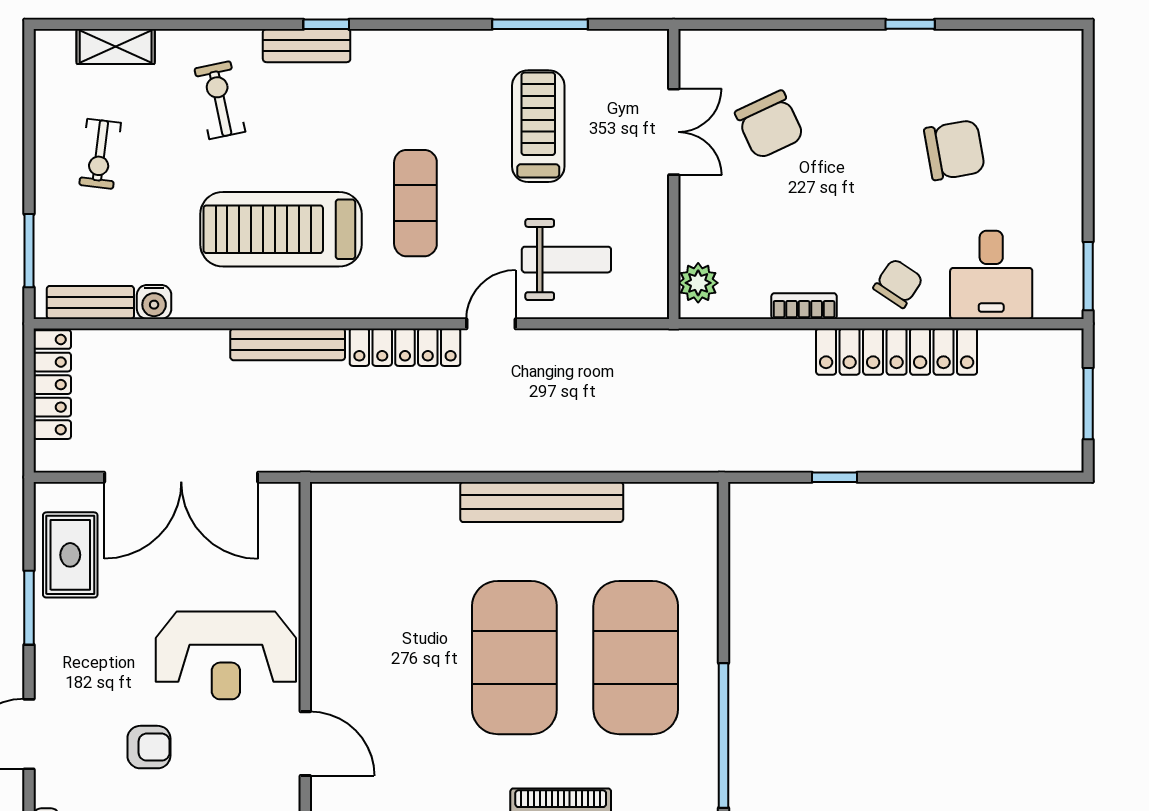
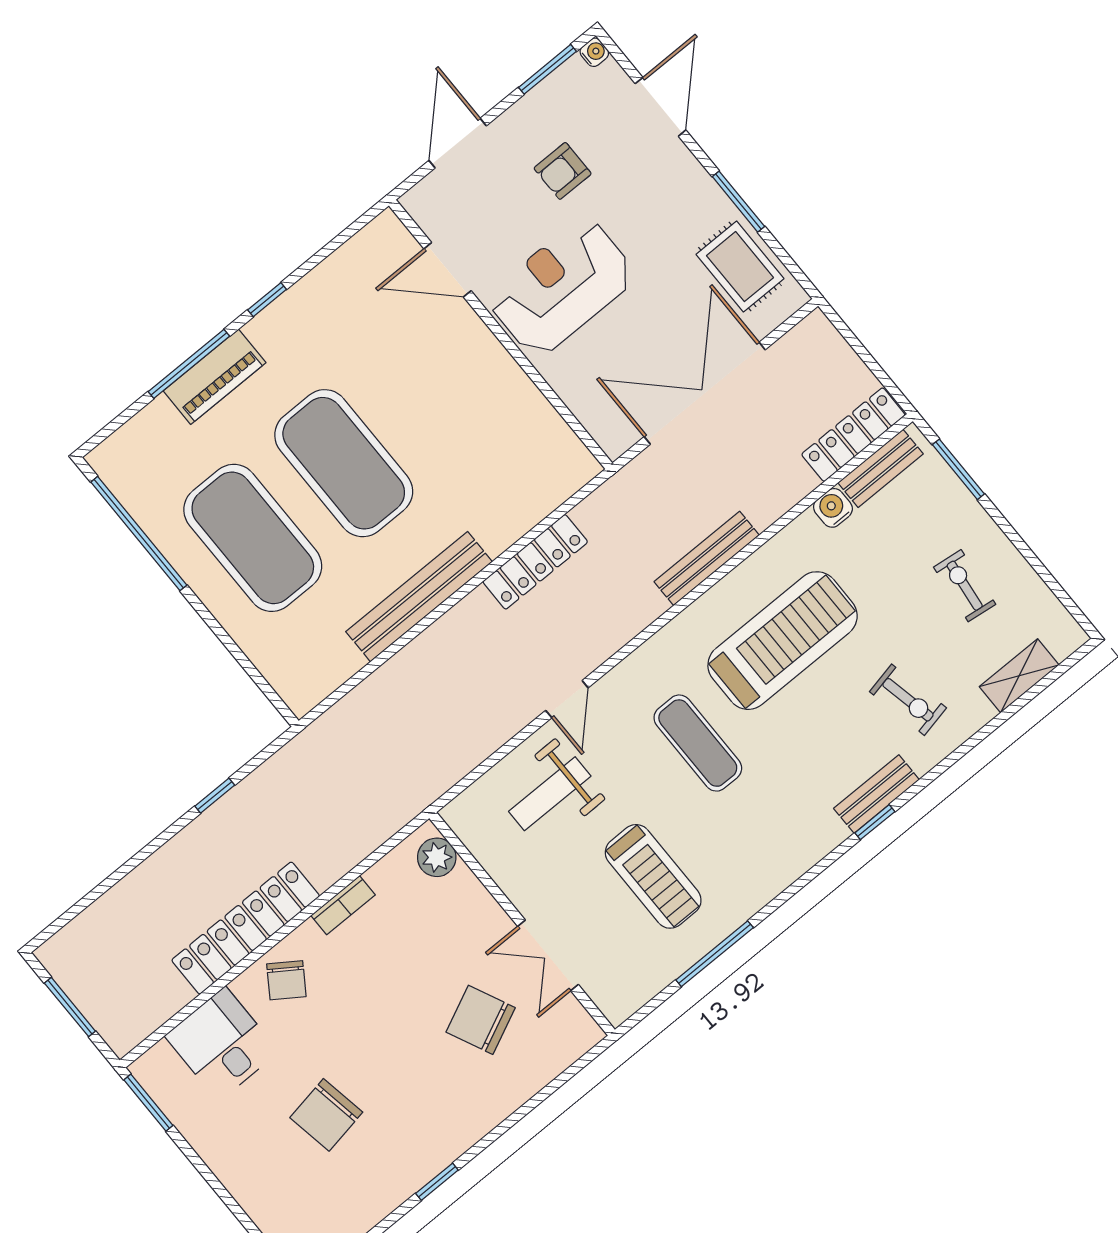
locker: (405, 347) -> (535, 562), moved, turned 180
locker: (52, 385) -> (853, 435), moved, turned 90

